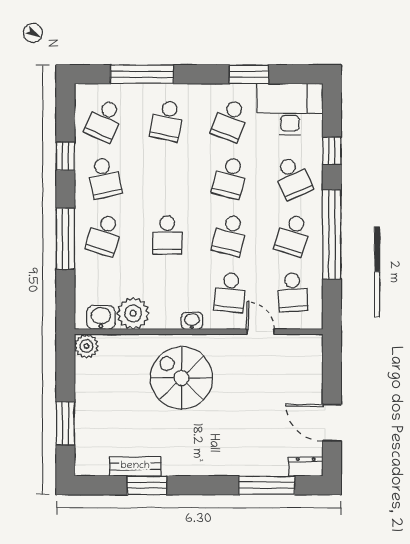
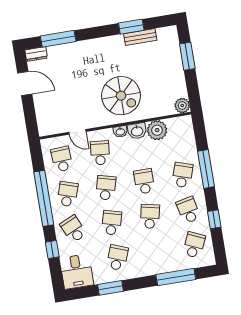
desk: (290, 109) -> (77, 272), width x0.73
school desk: (167, 120) -> (150, 216), moved
washbasin: (101, 317) -> (137, 131), moved

